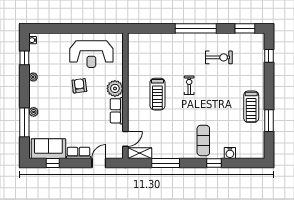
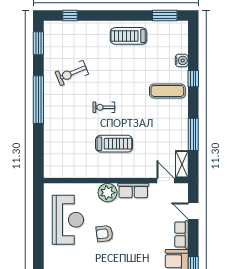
exercise bike: (219, 57) -> (72, 73), turned -113
treadmill: (251, 107) -> (128, 36), turned 180
window: (269, 121) -> (165, 15), moved

